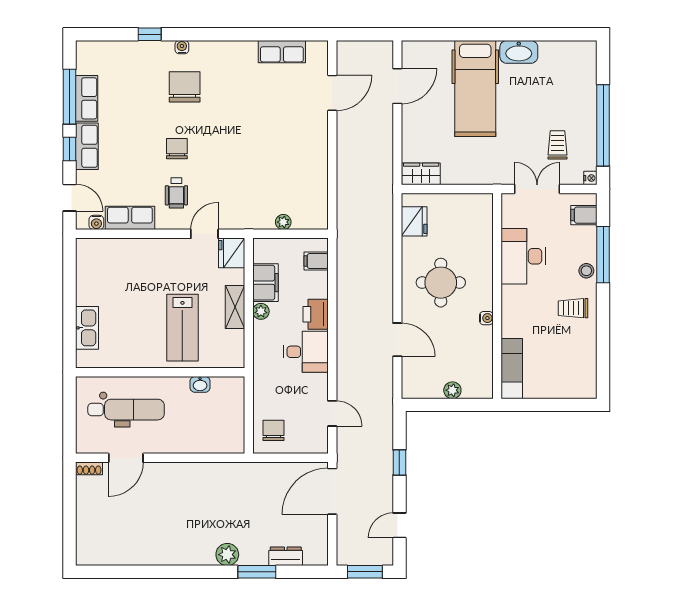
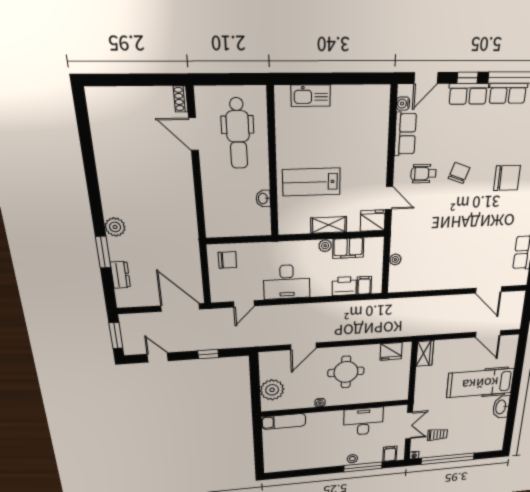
chair: (177, 149) -> (459, 173), turned -70
trolley: (573, 308) -> (327, 454), removed
printer: (316, 314) -> (344, 286), moved
desk: (306, 352) -> (287, 282), width x1.37
plant: (452, 390) -> (272, 390), width x1.88, depth x1.88

